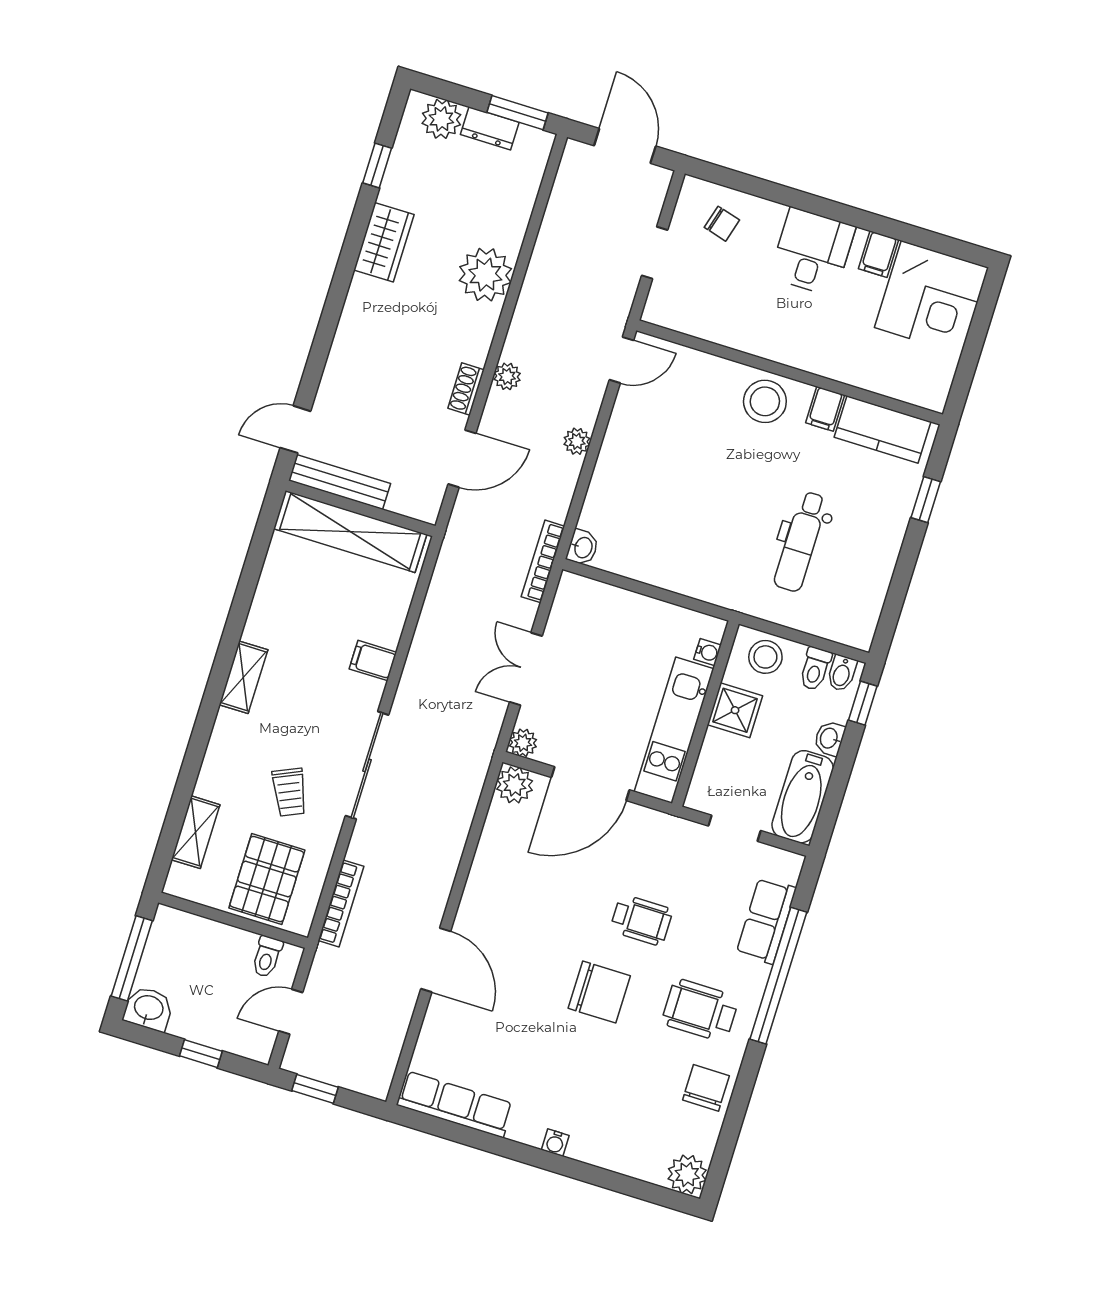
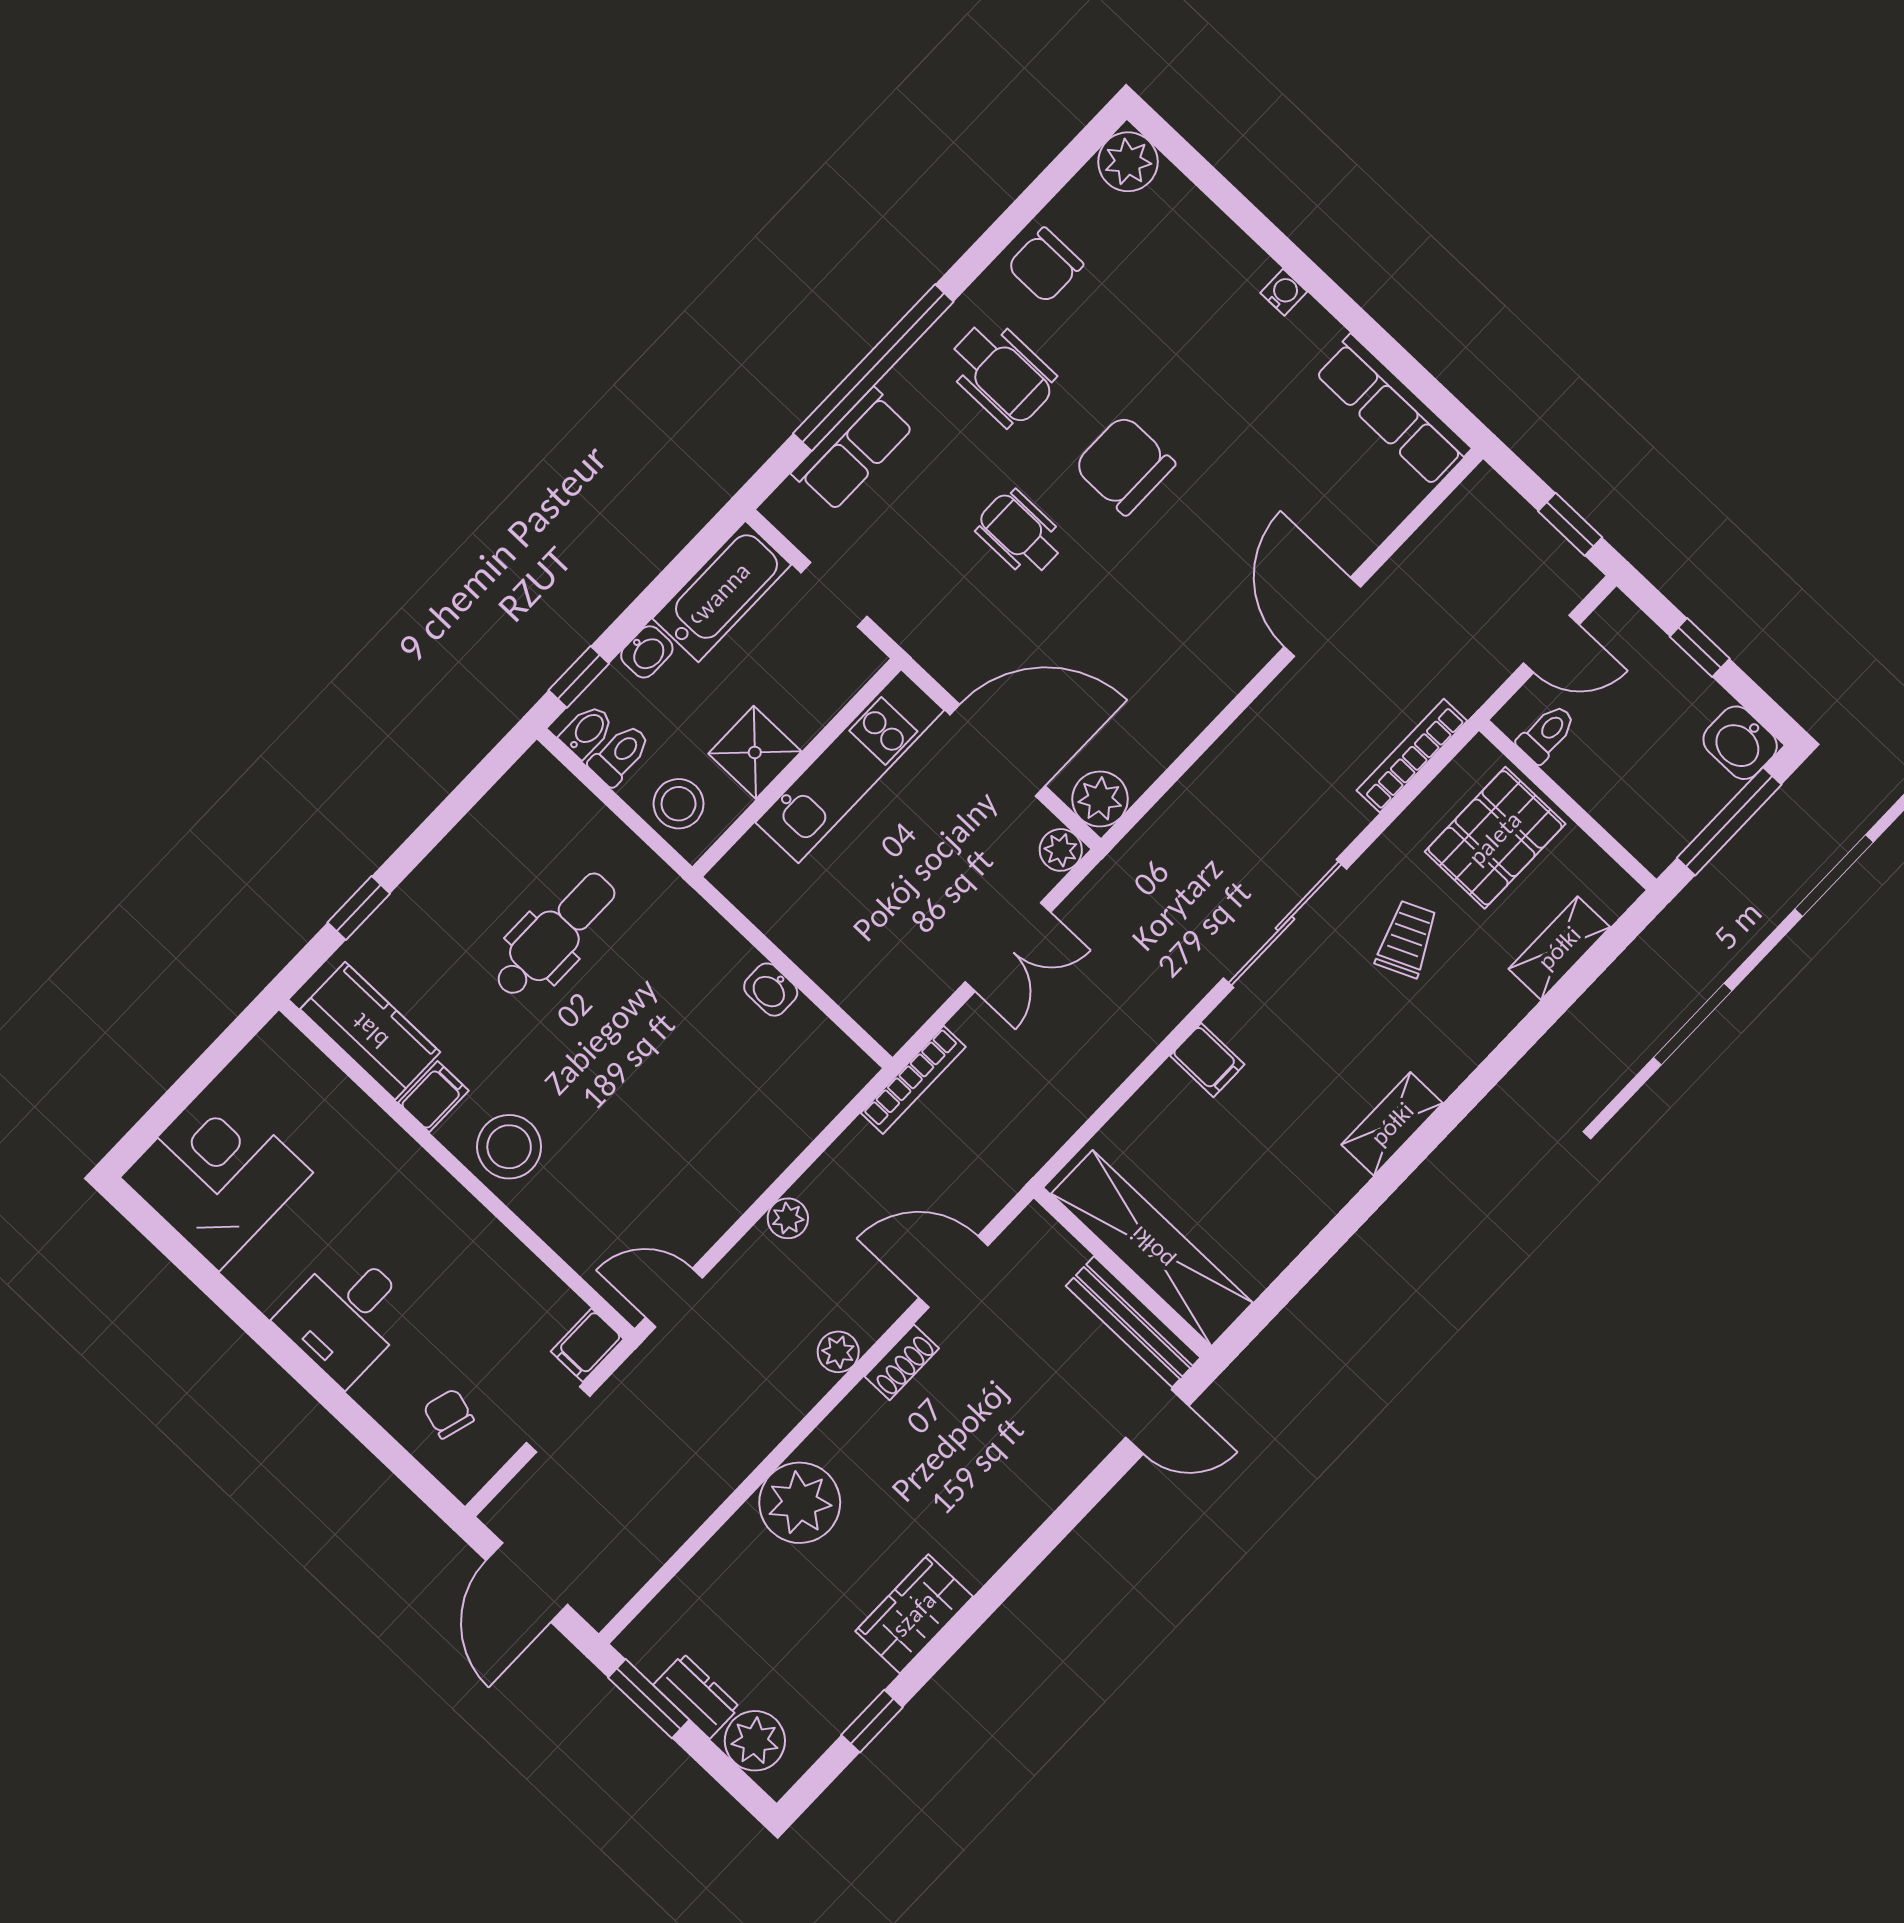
filing cabinet: (879, 254) -> (587, 1345), moved, turned 180
washbasin: (583, 547) -> (771, 990), moved, turned -90
water cooler: (708, 652) -> (753, 849), removed

